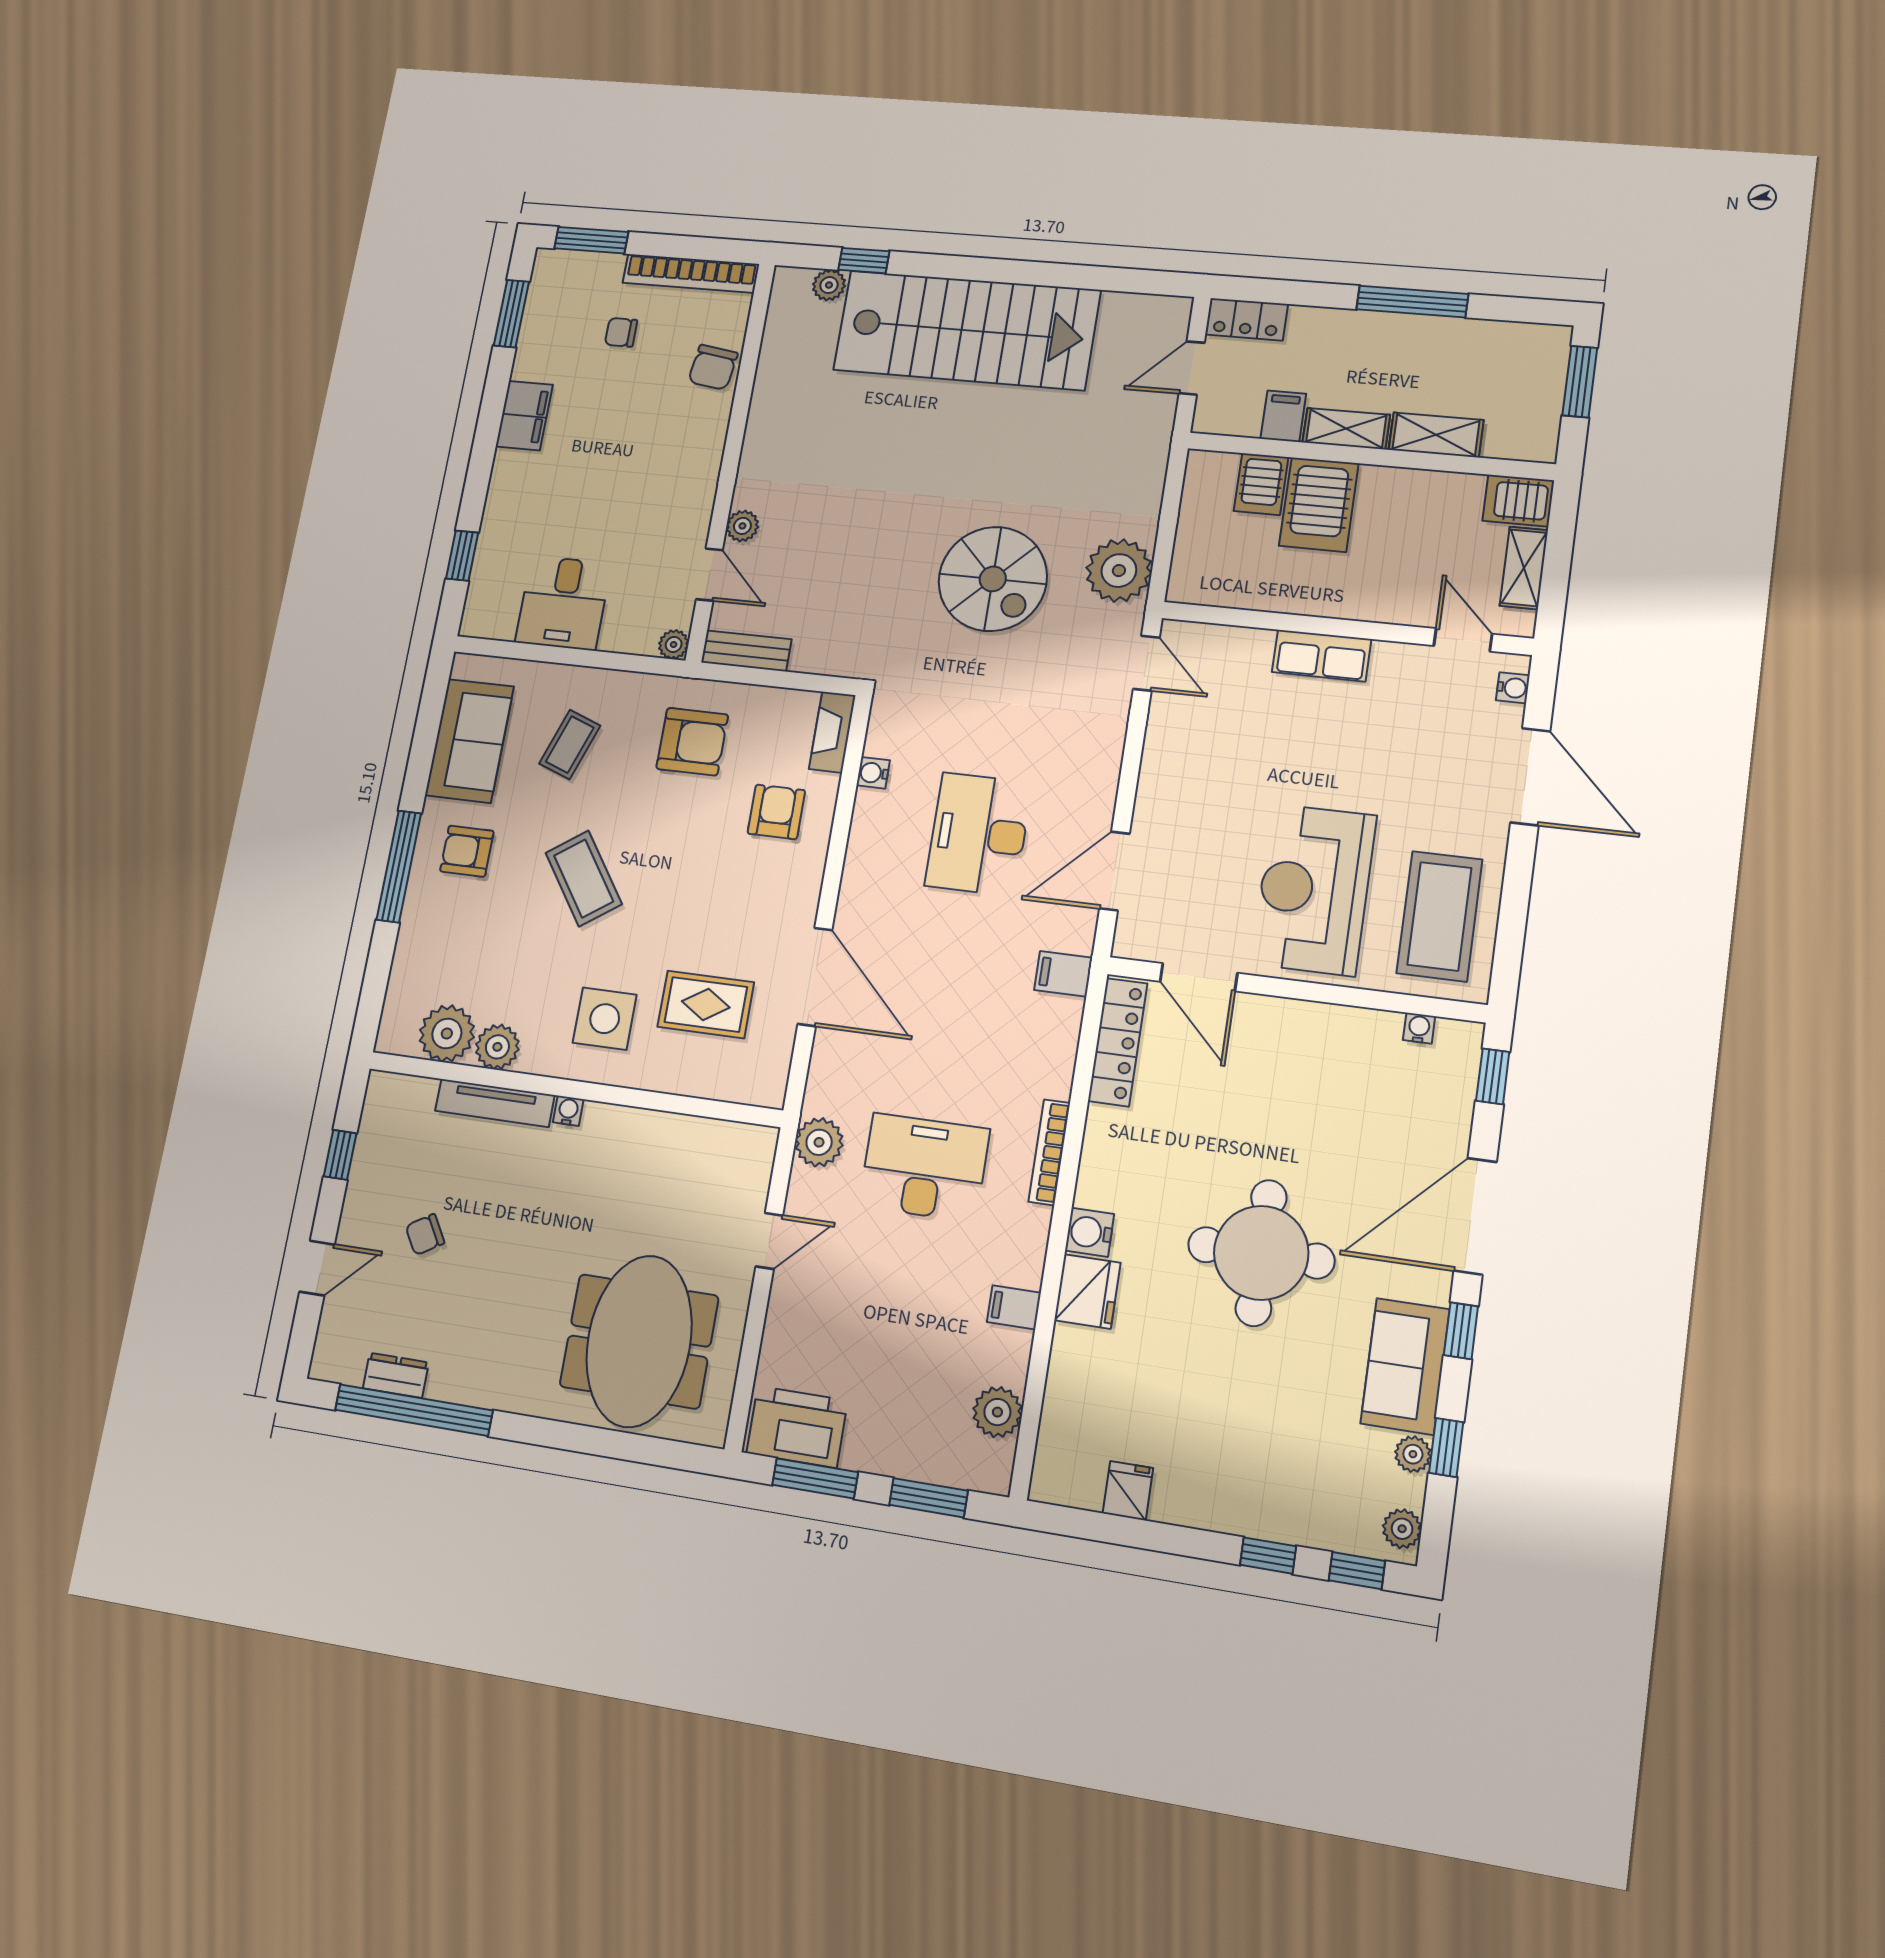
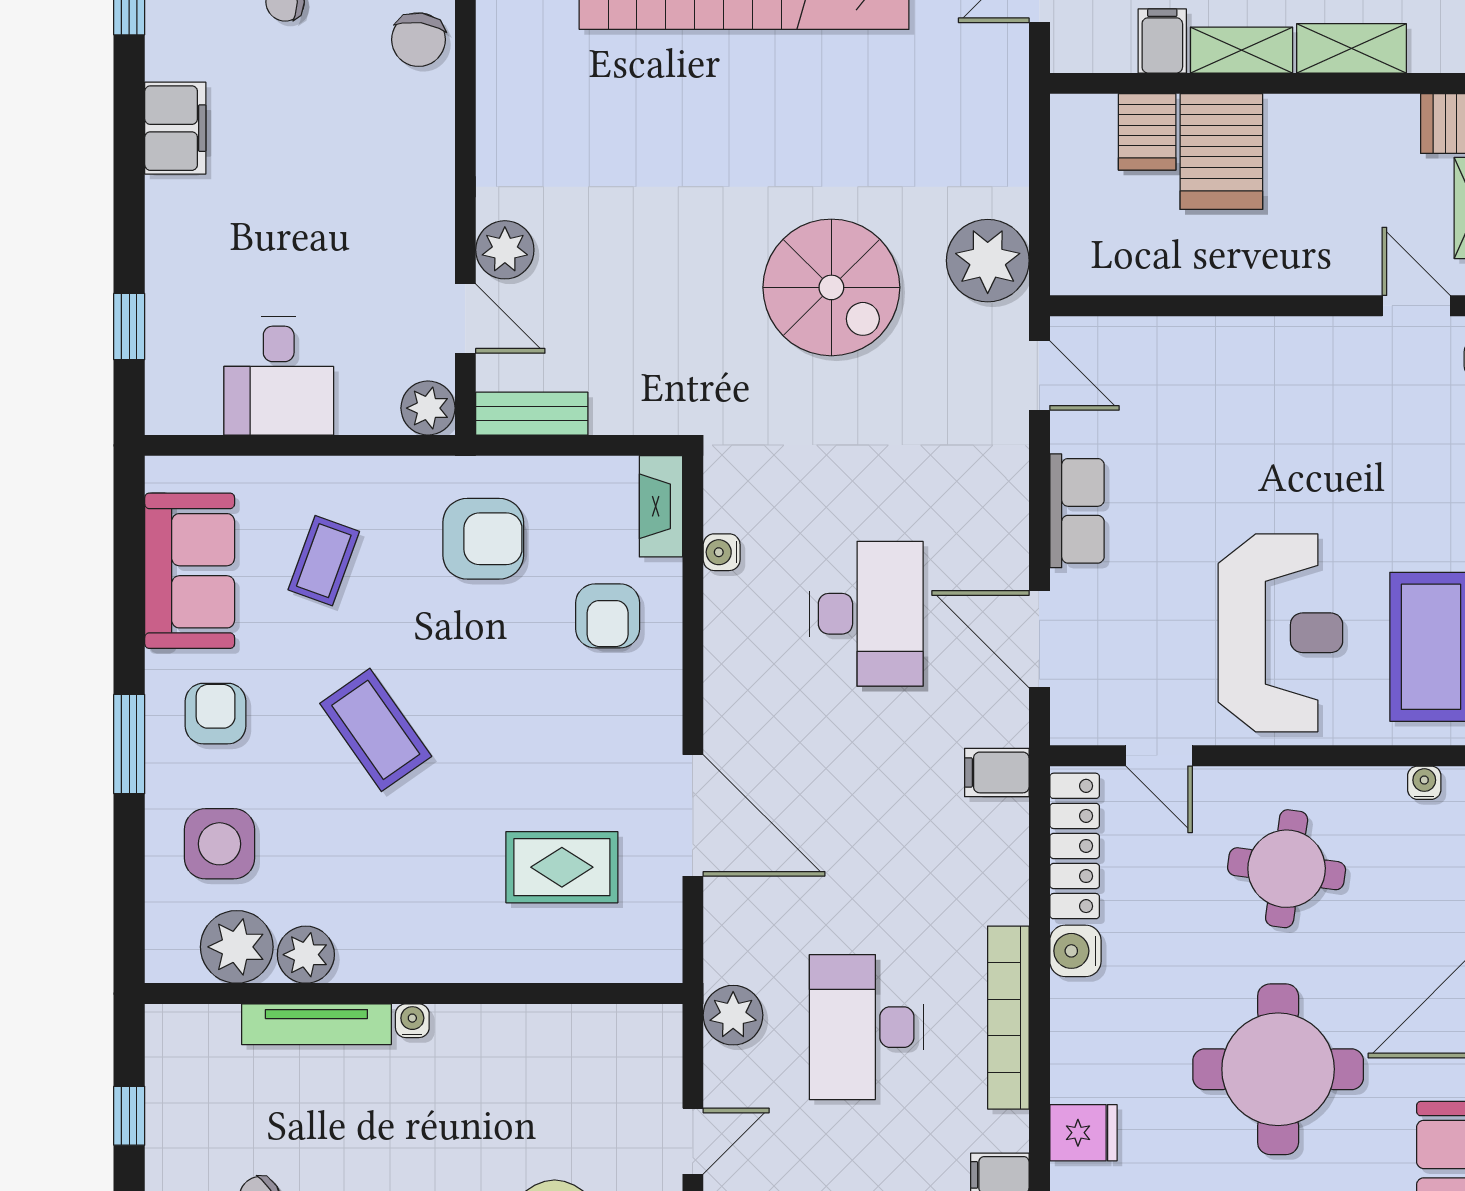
plant: (742, 526) -> (505, 250), width x1.38, depth x1.38
plant: (674, 644) -> (428, 408), width x1.38, depth x1.38
row of seats: (1322, 656) -> (1077, 511), moved, turned -90
armchair: (776, 812) -> (608, 616), turned 180
desk: (979, 834) -> (866, 614), turned 180
armchair: (467, 851) -> (216, 714), turned 90
window: (399, 866) -> (129, 744), width x0.69
door: (1114, 871) -> (1039, 639), hinge flipped
reception desk: (1314, 890) -> (1280, 633), turned 180
door: (1199, 977) -> (1159, 756), width x0.73
side table: (605, 1019) -> (219, 844), moved
round table: (1292, 1085) -> (1287, 869), added
bookcase: (1049, 1152) -> (1008, 1018), width x1.48, depth x1.31
desk: (924, 1167) -> (866, 1027), turned -90
water cooler: (1090, 1232) -> (1075, 951), moved
fridge: (1087, 1291) -> (1083, 1133), width x0.72

